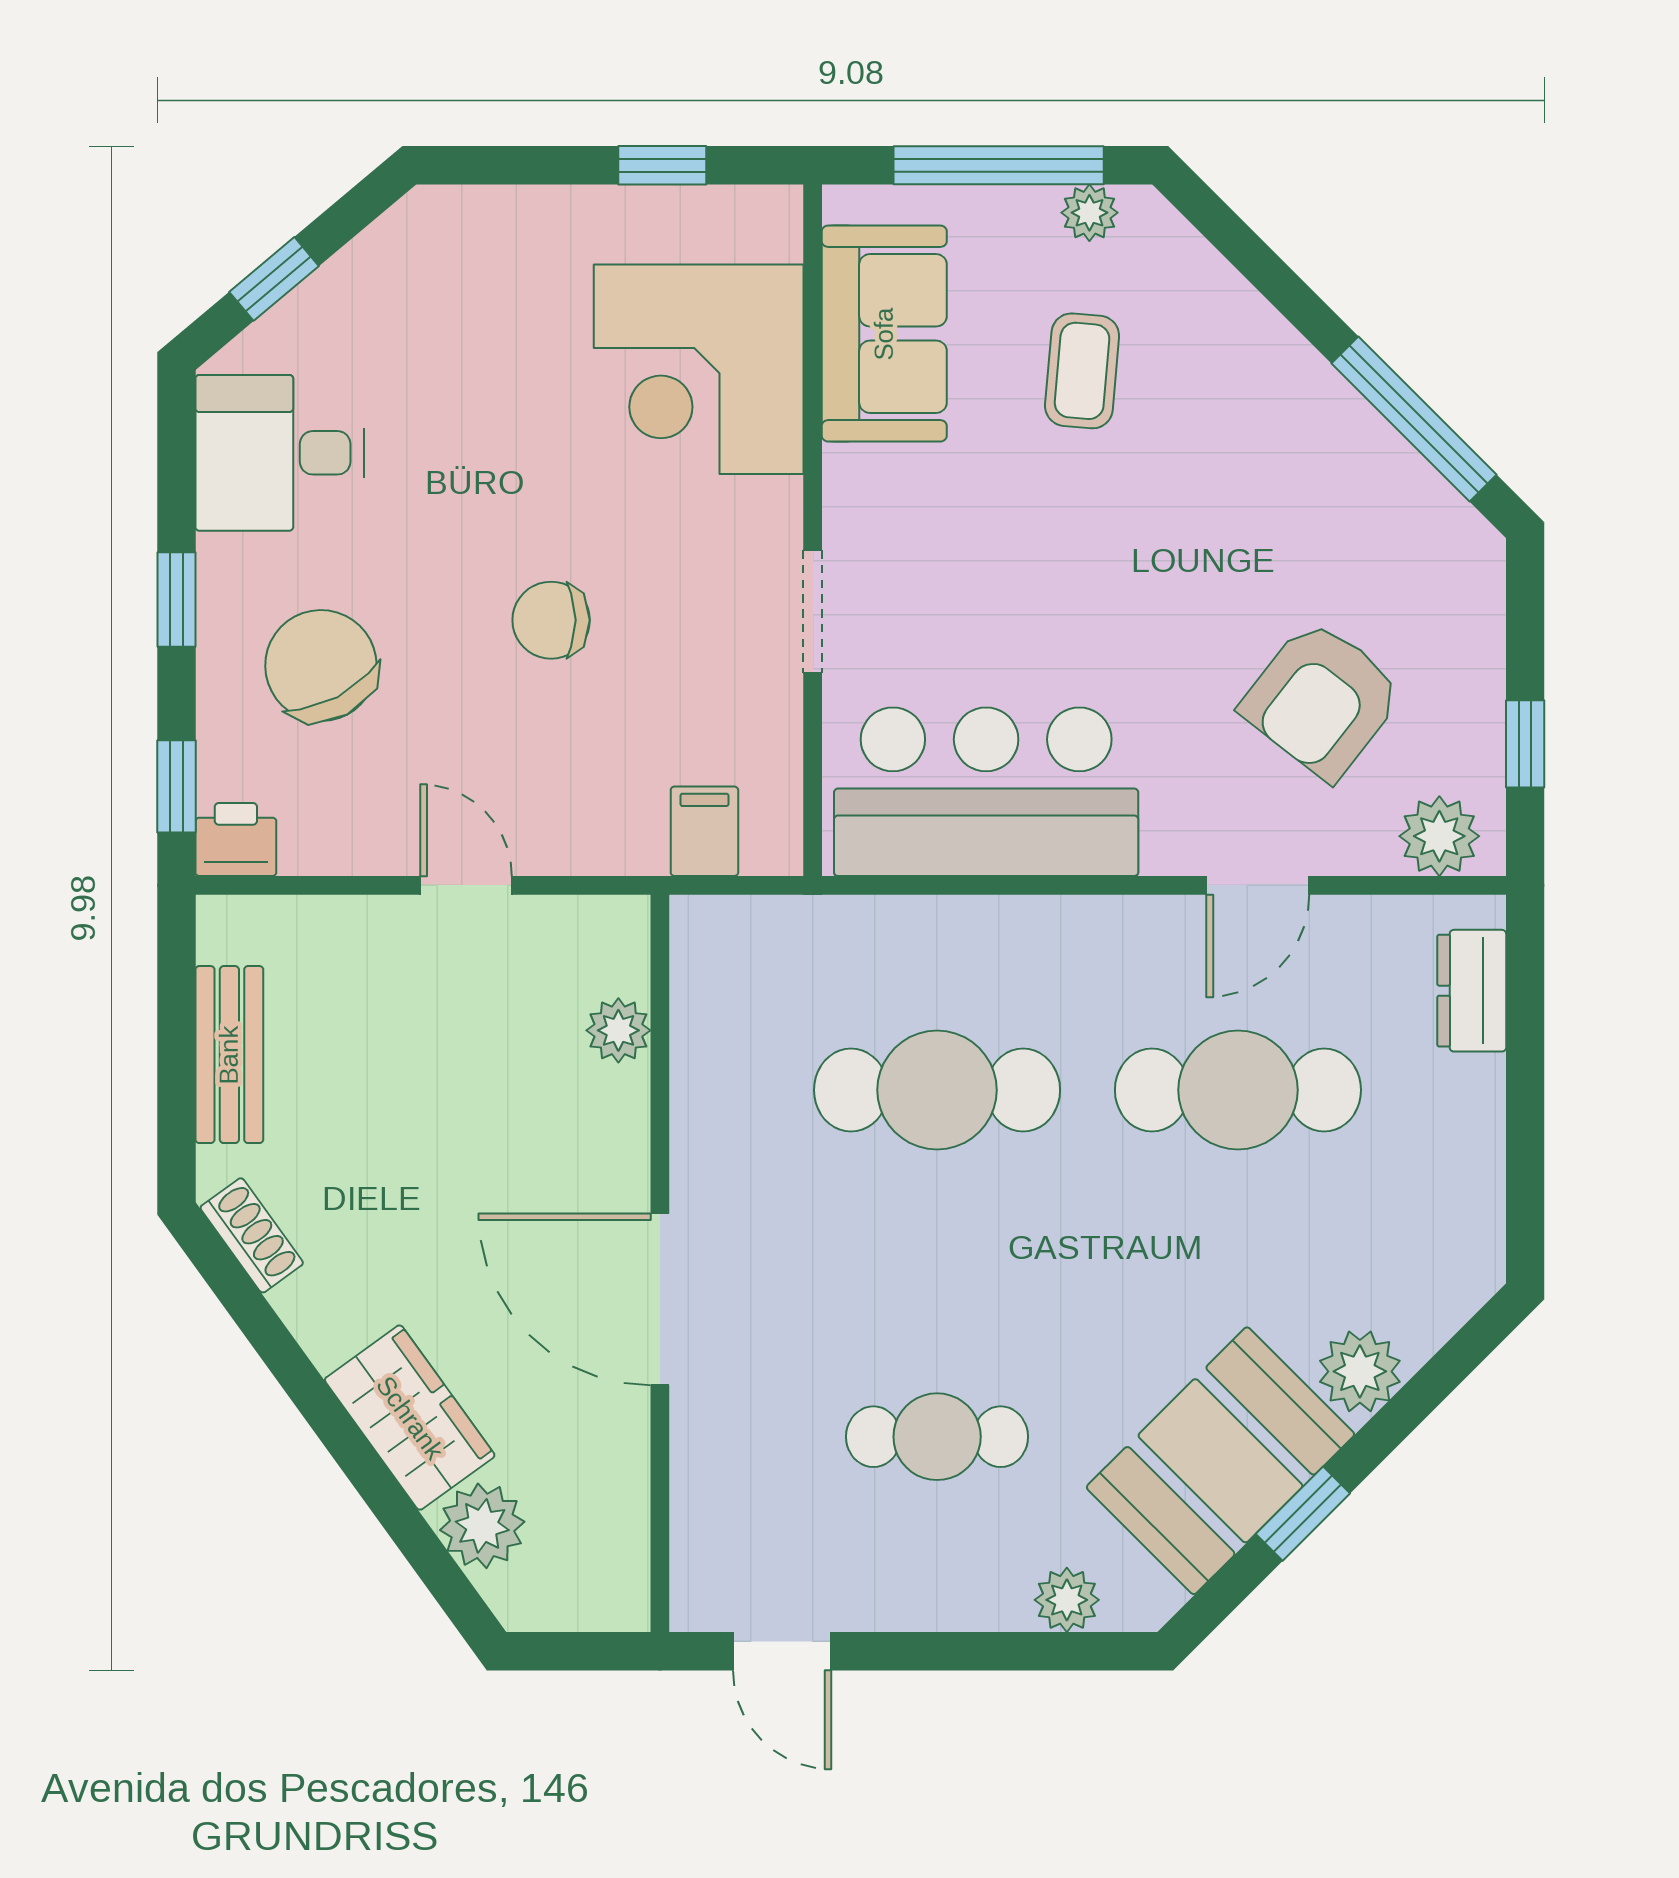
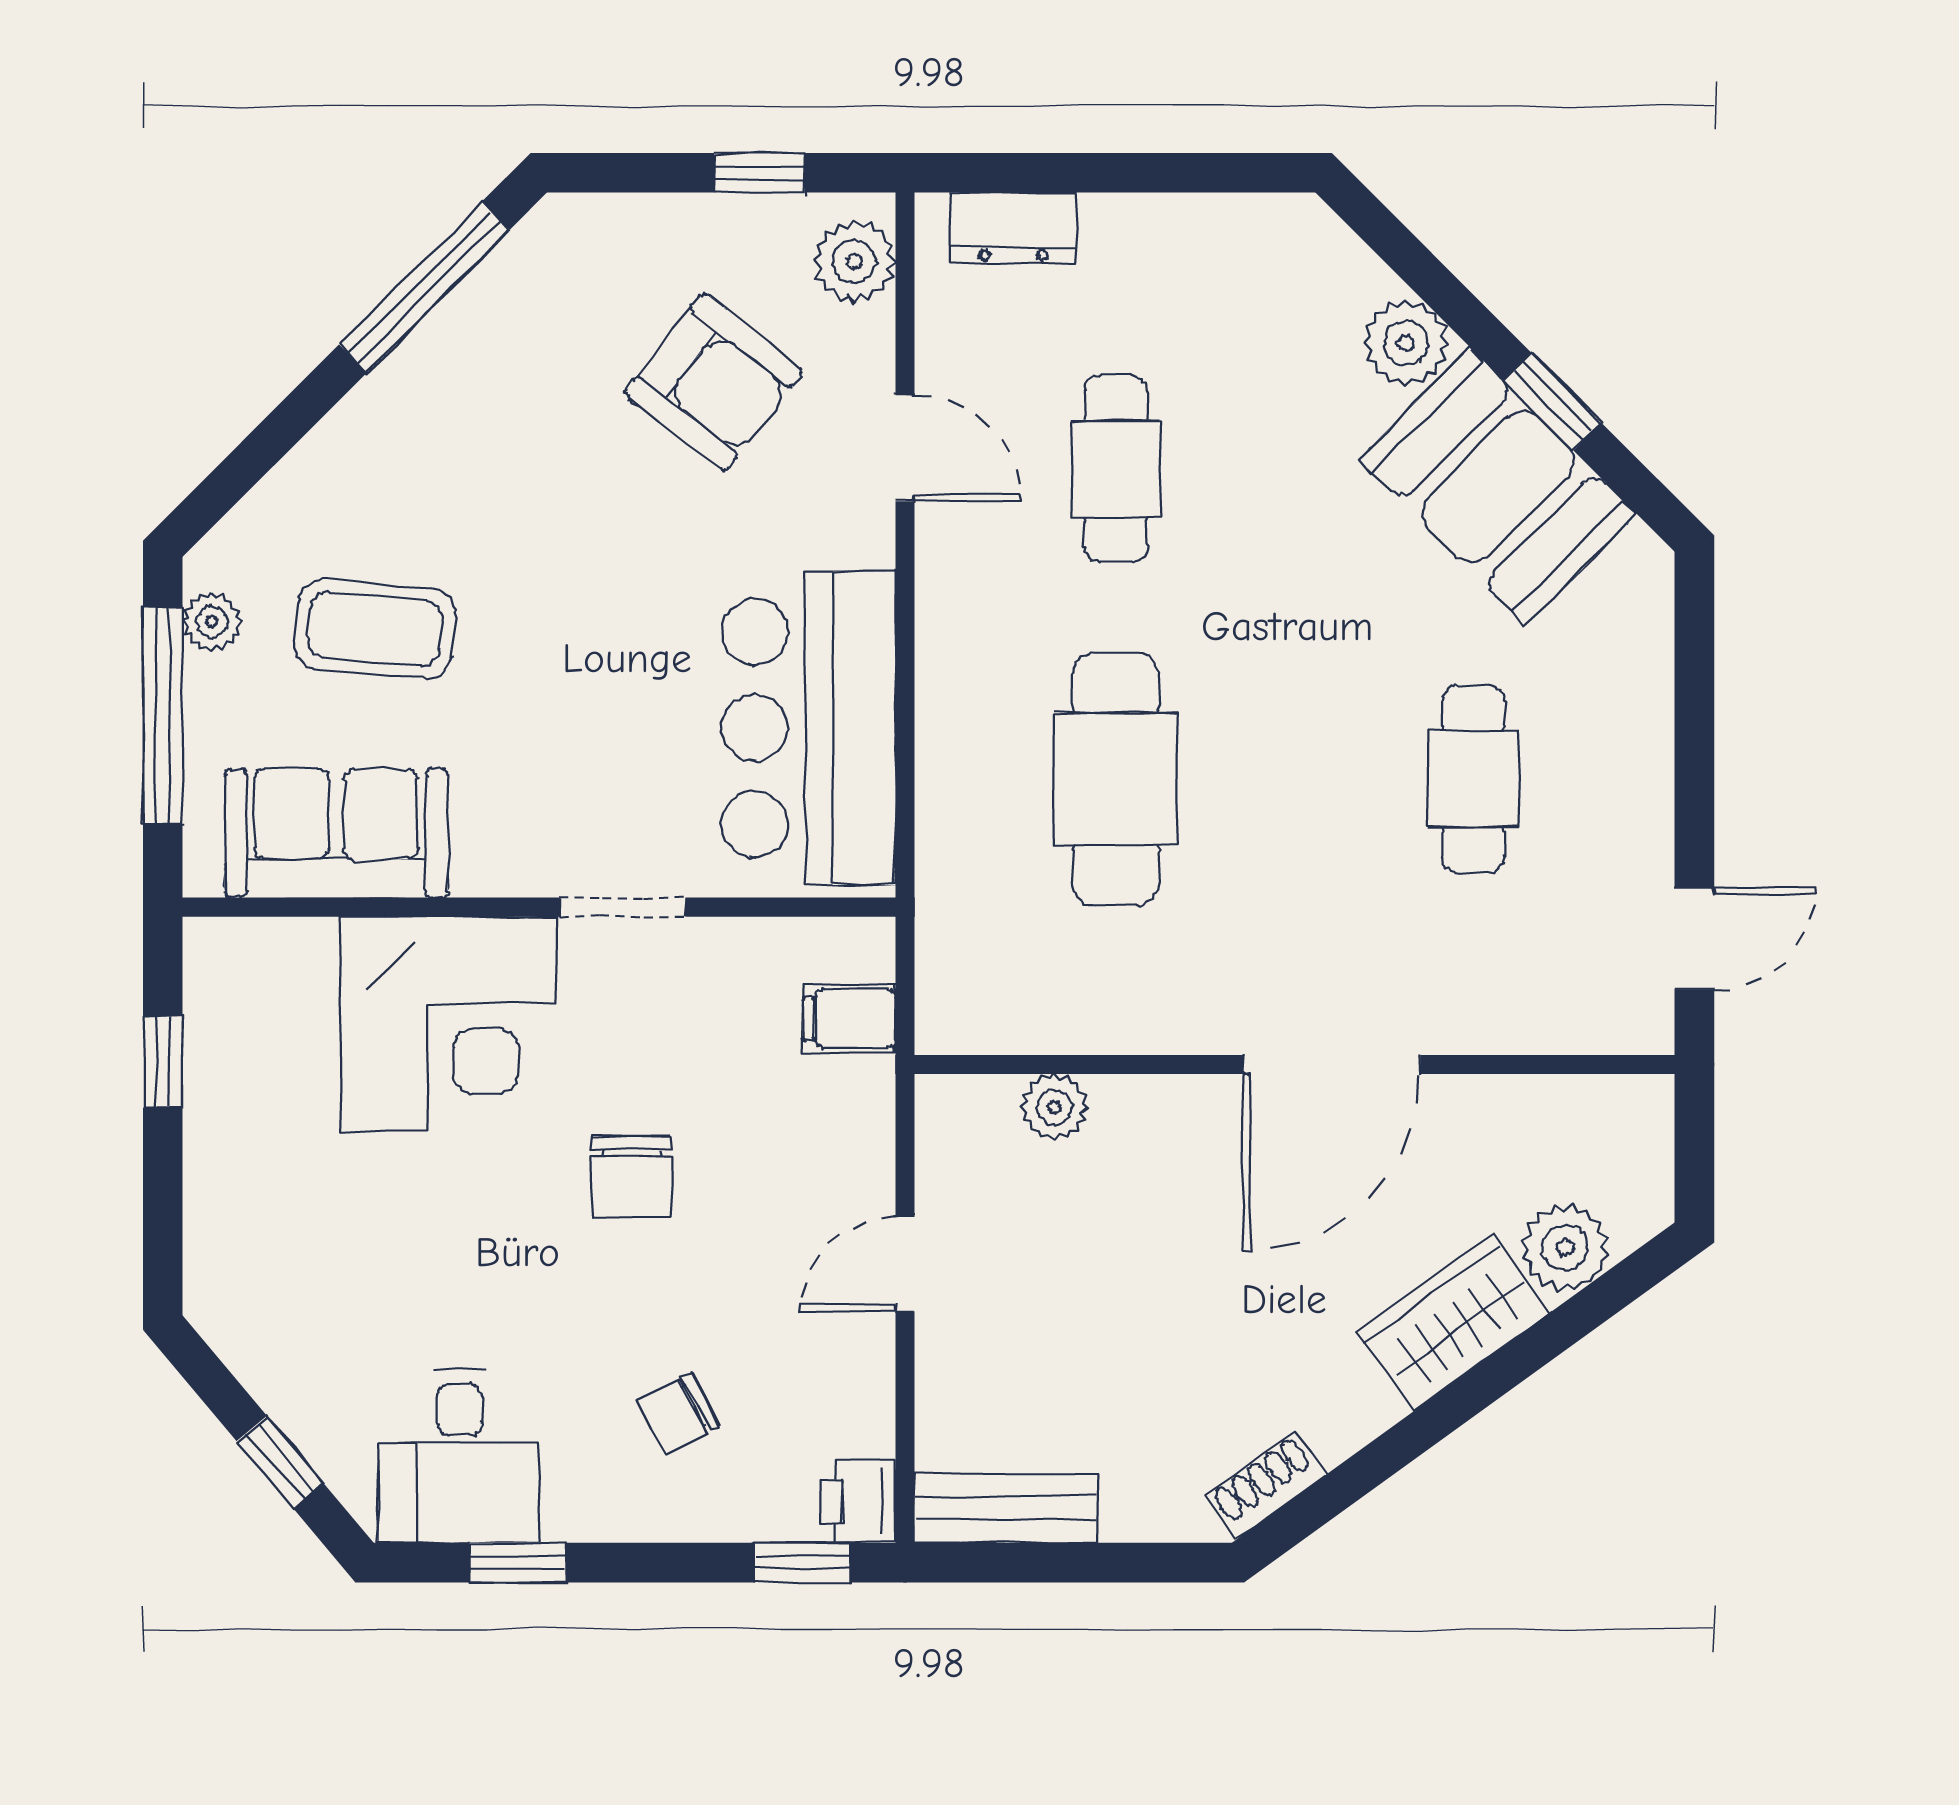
corner desk: (699, 369) -> (449, 1025), moved
coffee table: (1082, 371) -> (375, 629), width x1.36, depth x1.30
window: (176, 600) -> (518, 1563), moved
chair: (321, 666) -> (679, 1414), width x0.54, depth x0.54
bench: (229, 1055) -> (1006, 1508), moved
cafe table: (1238, 1090) -> (1116, 469), width x0.73, depth x0.74
plant: (1067, 1600) -> (1641, 645), removed

